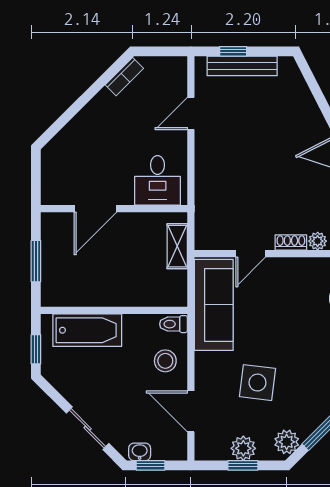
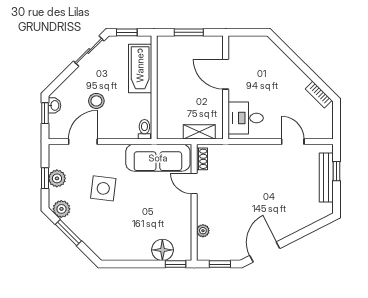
shoe rack: (291, 242) -> (202, 159), moved
stool: (165, 361) -> (96, 101), moved
sliding door: (88, 428) -> (89, 51), moved

